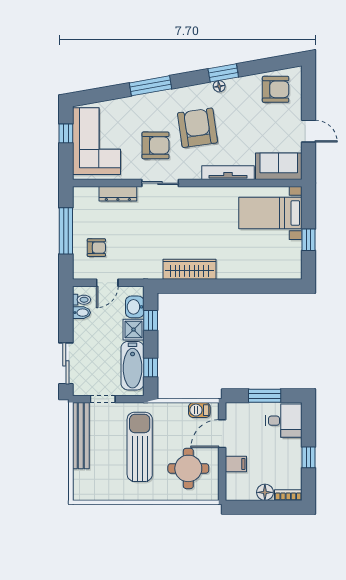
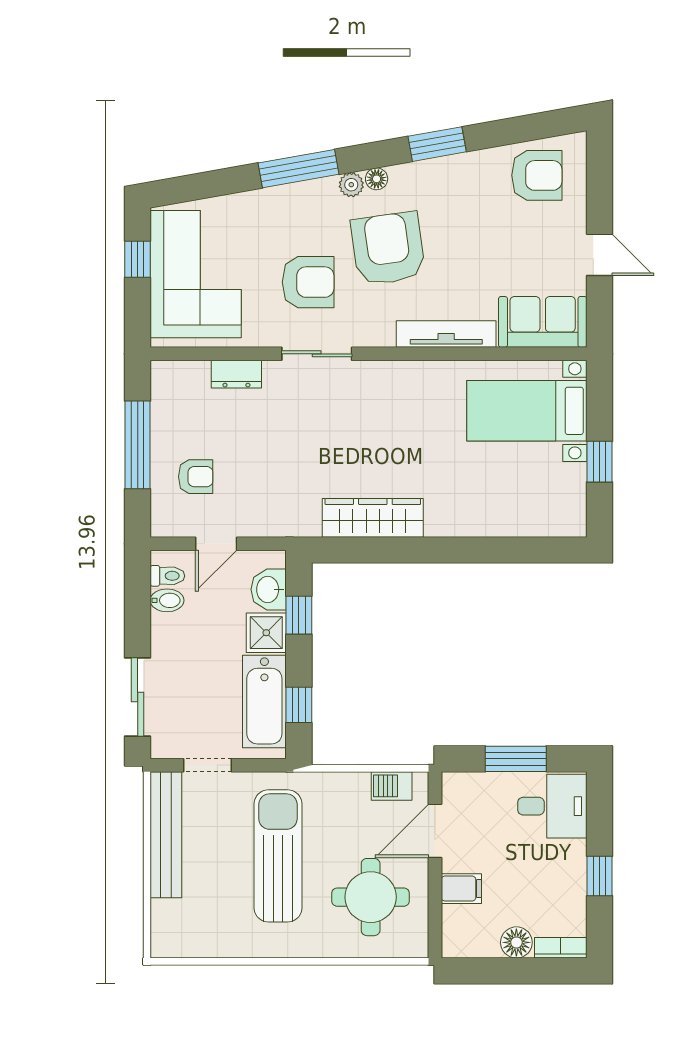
floor lamp: (219, 86) -> (377, 179), moved
plant: (178, 94) -> (351, 185), added
dresser: (118, 194) -> (236, 374), width x0.70

